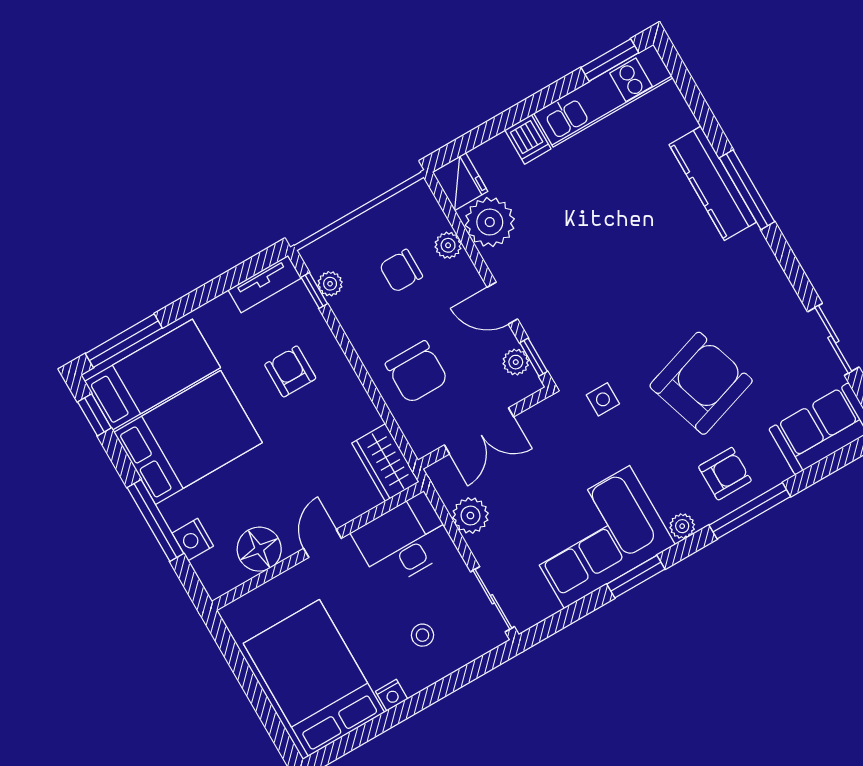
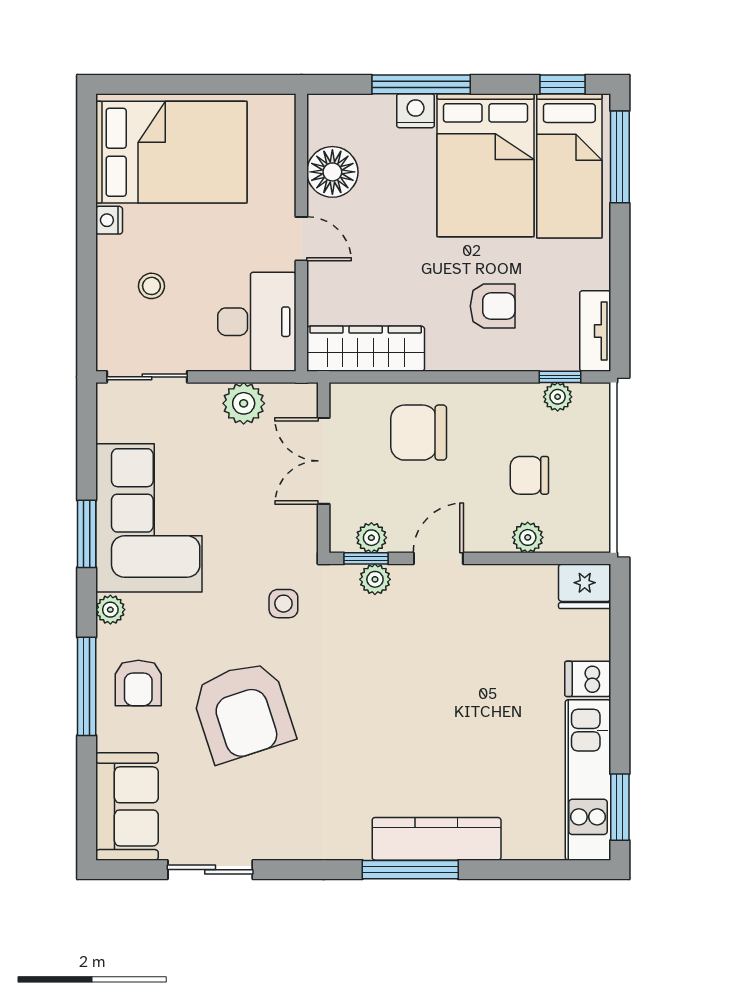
plant: (490, 222) -> (375, 579), moved, width x0.53, depth x0.53
chair: (401, 271) -> (529, 475), turned -90
wardrobe: (385, 463) -> (366, 349), width x1.50
nightstand: (193, 540) -> (416, 111), moved

